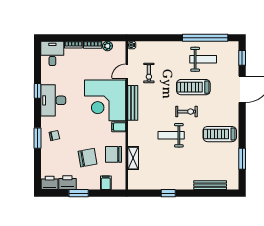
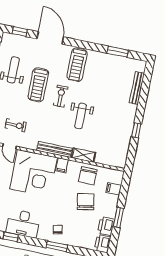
bench: (133, 103) -> (54, 149), moved
treadmill: (220, 134) -> (77, 65), moved
shelving: (133, 158) -> (84, 155), moved

